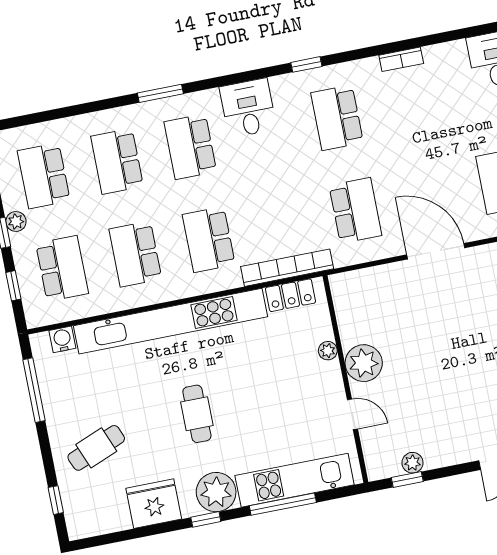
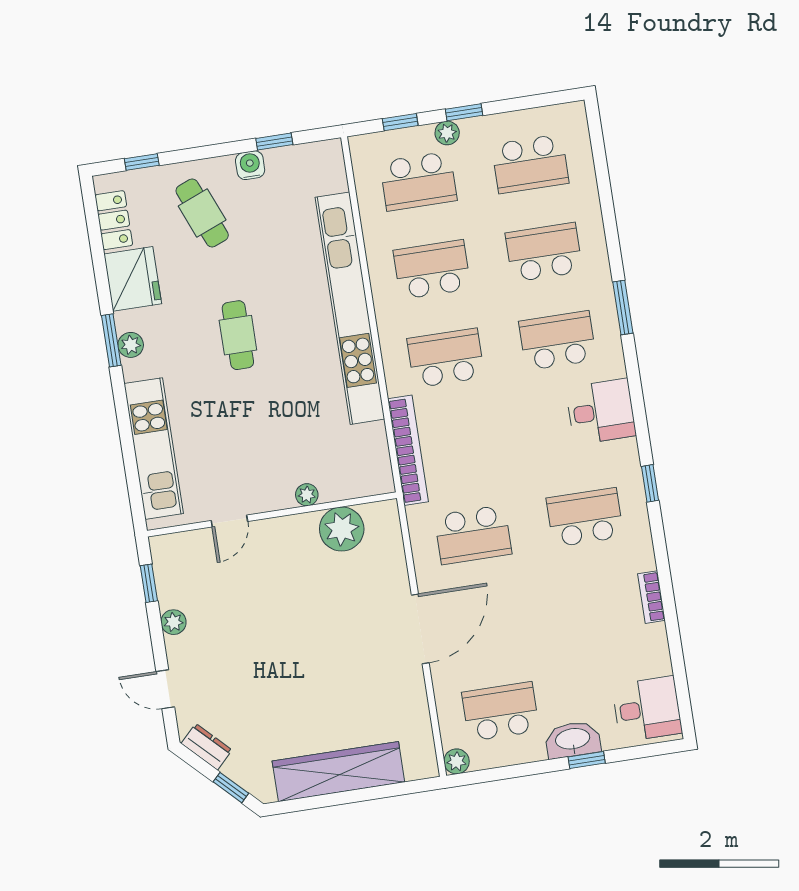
school desk: (44, 176) -> (530, 164), turned 180
plant: (16, 221) -> (447, 133), moved
locker: (291, 295) -> (114, 220), moved, turned 180
water cooler: (62, 339) -> (250, 165), moved, turned -90
plant: (364, 363) -> (342, 529), moved
window: (34, 390) -> (274, 142), width x0.46
cafe table: (197, 414) -> (238, 335), turned 90
plant: (412, 463) -> (173, 622), moved
plant: (216, 492) -> (131, 345), width x0.53, depth x0.53
window: (283, 504) -> (126, 433), removed
window: (206, 519) -> (111, 340), width x1.50

